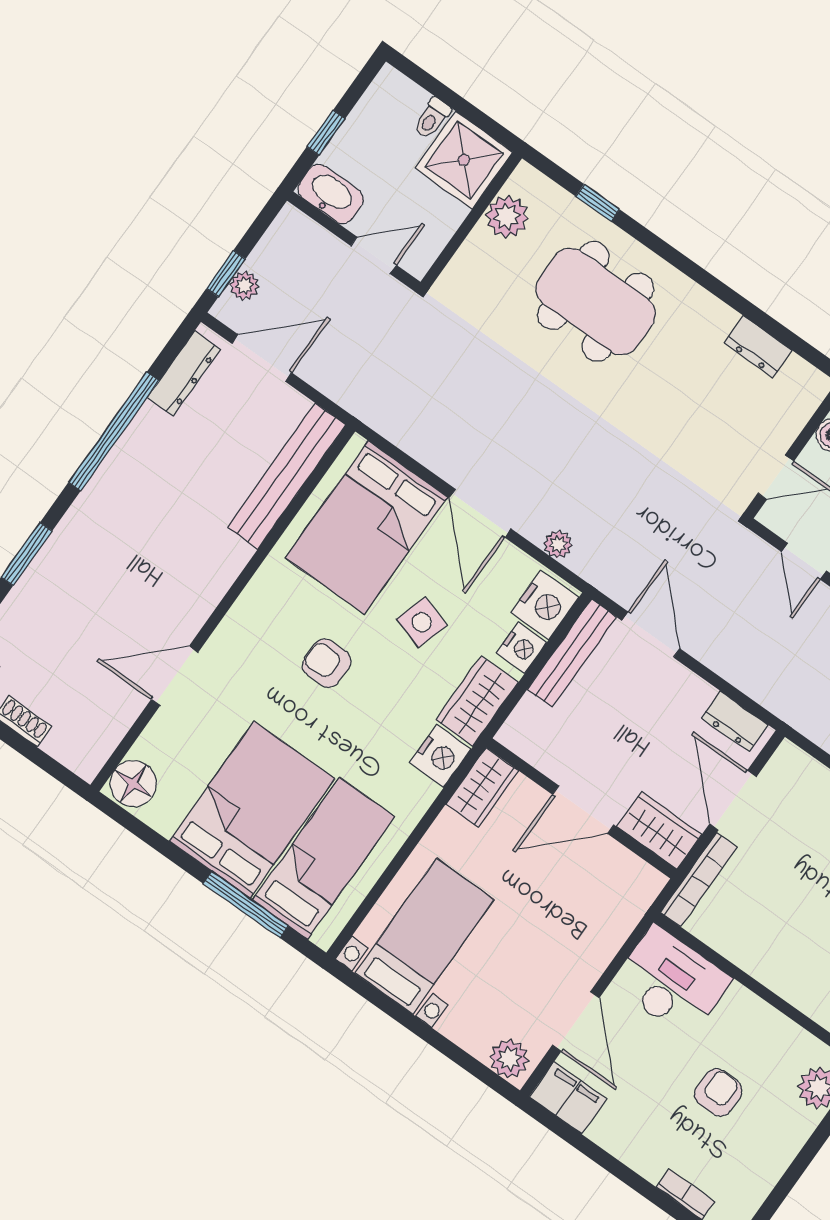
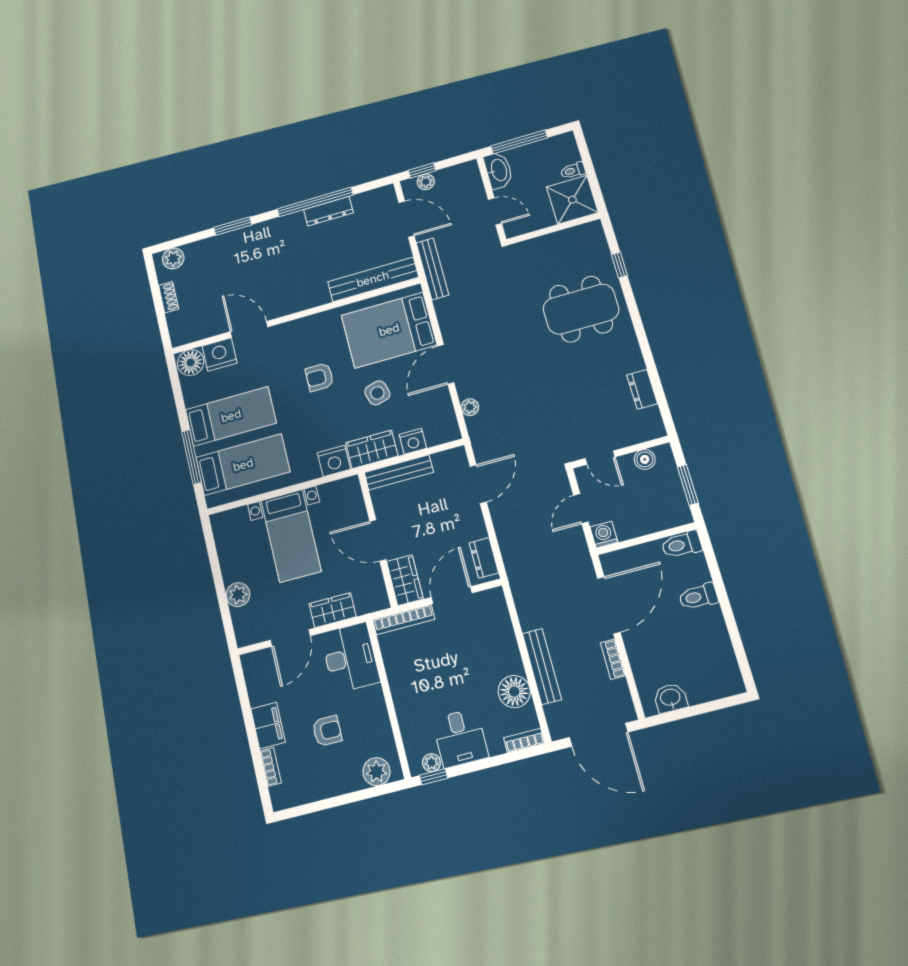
window: (326, 133) -> (519, 142), width x2.17
plant: (507, 217) -> (571, 240), removed
dining table: (596, 301) -> (581, 309), turned 90
dresser: (184, 374) -> (328, 211), moved
bench: (355, 399) -> (432, 269), added
nightstand: (545, 605) -> (220, 354), moved, turned 180
side table: (422, 622) -> (377, 393), turned -33
bench: (572, 653) -> (399, 472), moved
armchair: (327, 663) -> (320, 377), turned -90
wardrobe: (482, 788) -> (333, 610), moved, turned 180
bed: (252, 810) -> (231, 416), width x0.67
bed with nightstands: (424, 936) -> (291, 536), moved, turned 90
plant: (509, 1059) -> (238, 595), moved
filing cabinet: (568, 1098) -> (268, 726), moved

